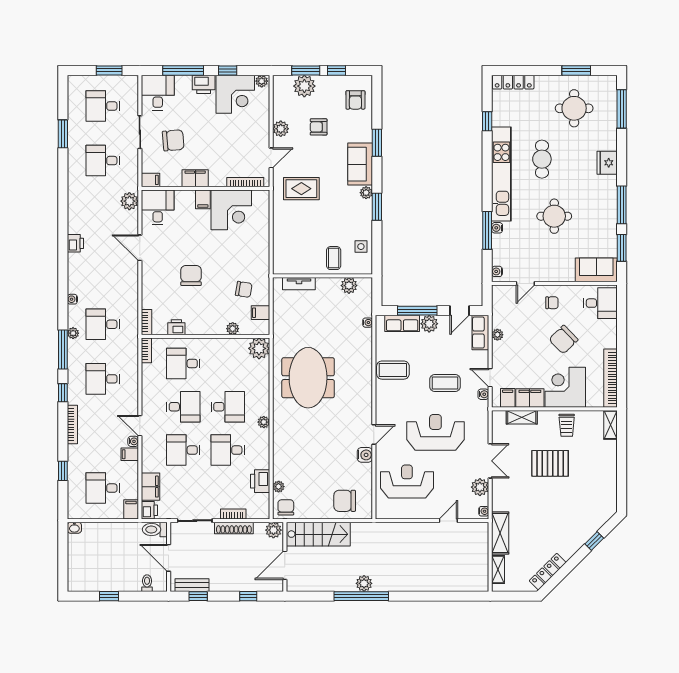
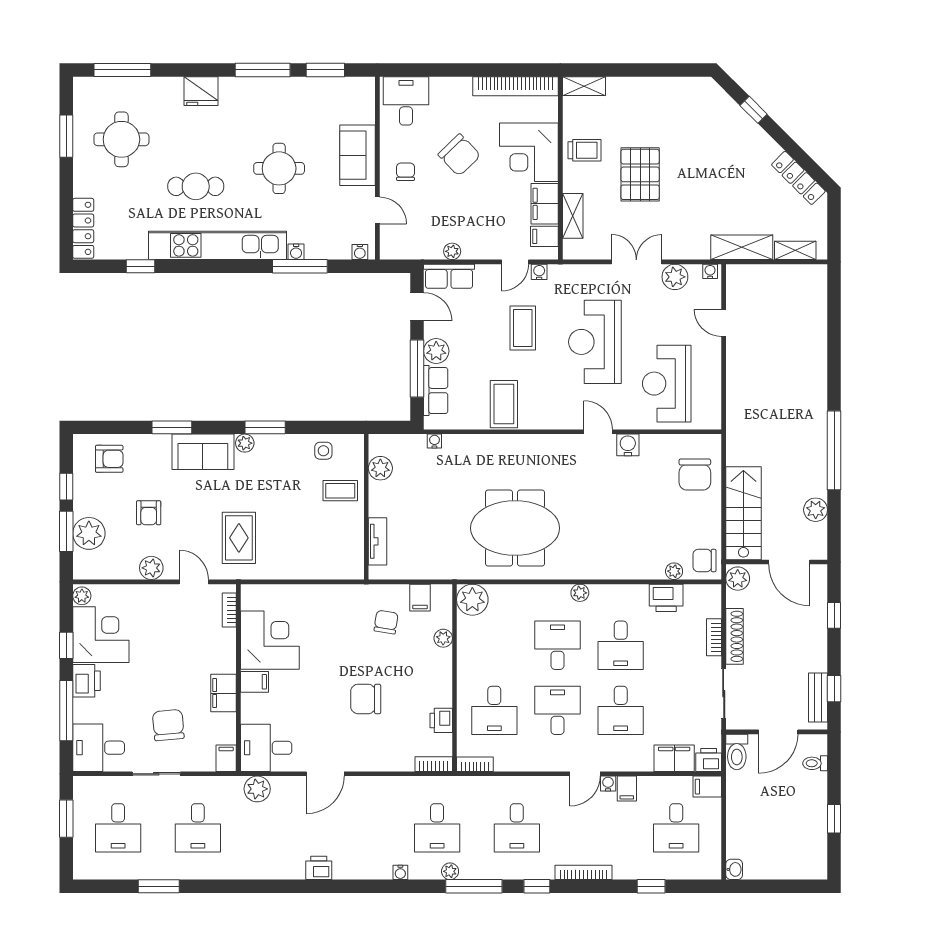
bookcase: (245, 182) -> (229, 610), width x0.64
sofa: (596, 270) -> (358, 155), moved
plant: (364, 583) -> (816, 510), moved

